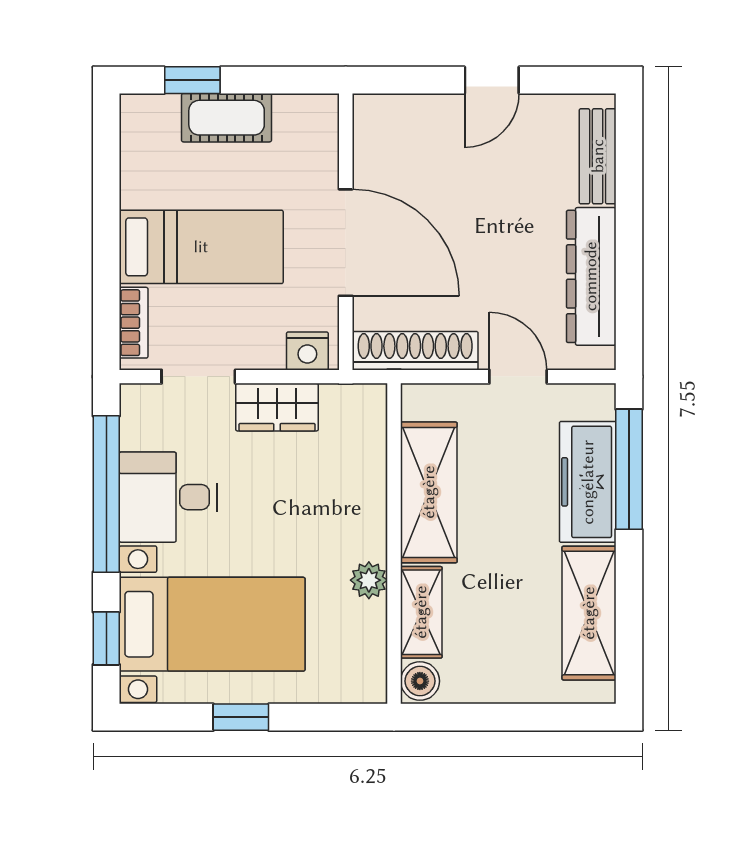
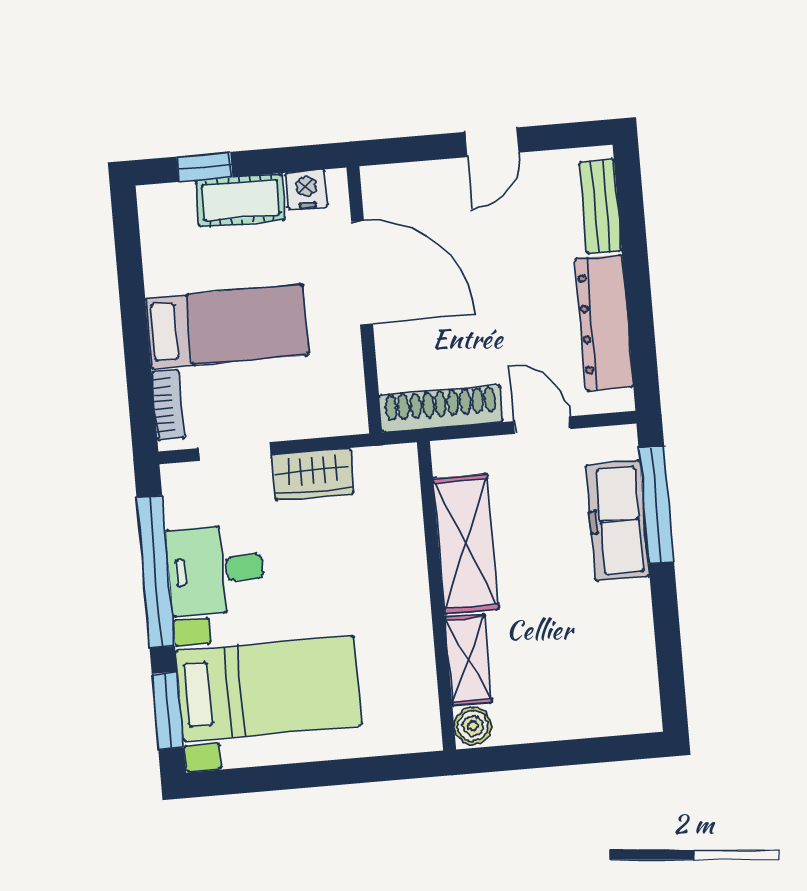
door: (346, 243) -> (362, 273), moved
nightstand: (307, 351) -> (306, 189), moved, turned 180
plant: (369, 580) -> (415, 633), removed
shelving: (589, 613) -> (630, 647), removed
window: (106, 638) -> (168, 711), width x1.50
window: (241, 717) -> (304, 775), removed

